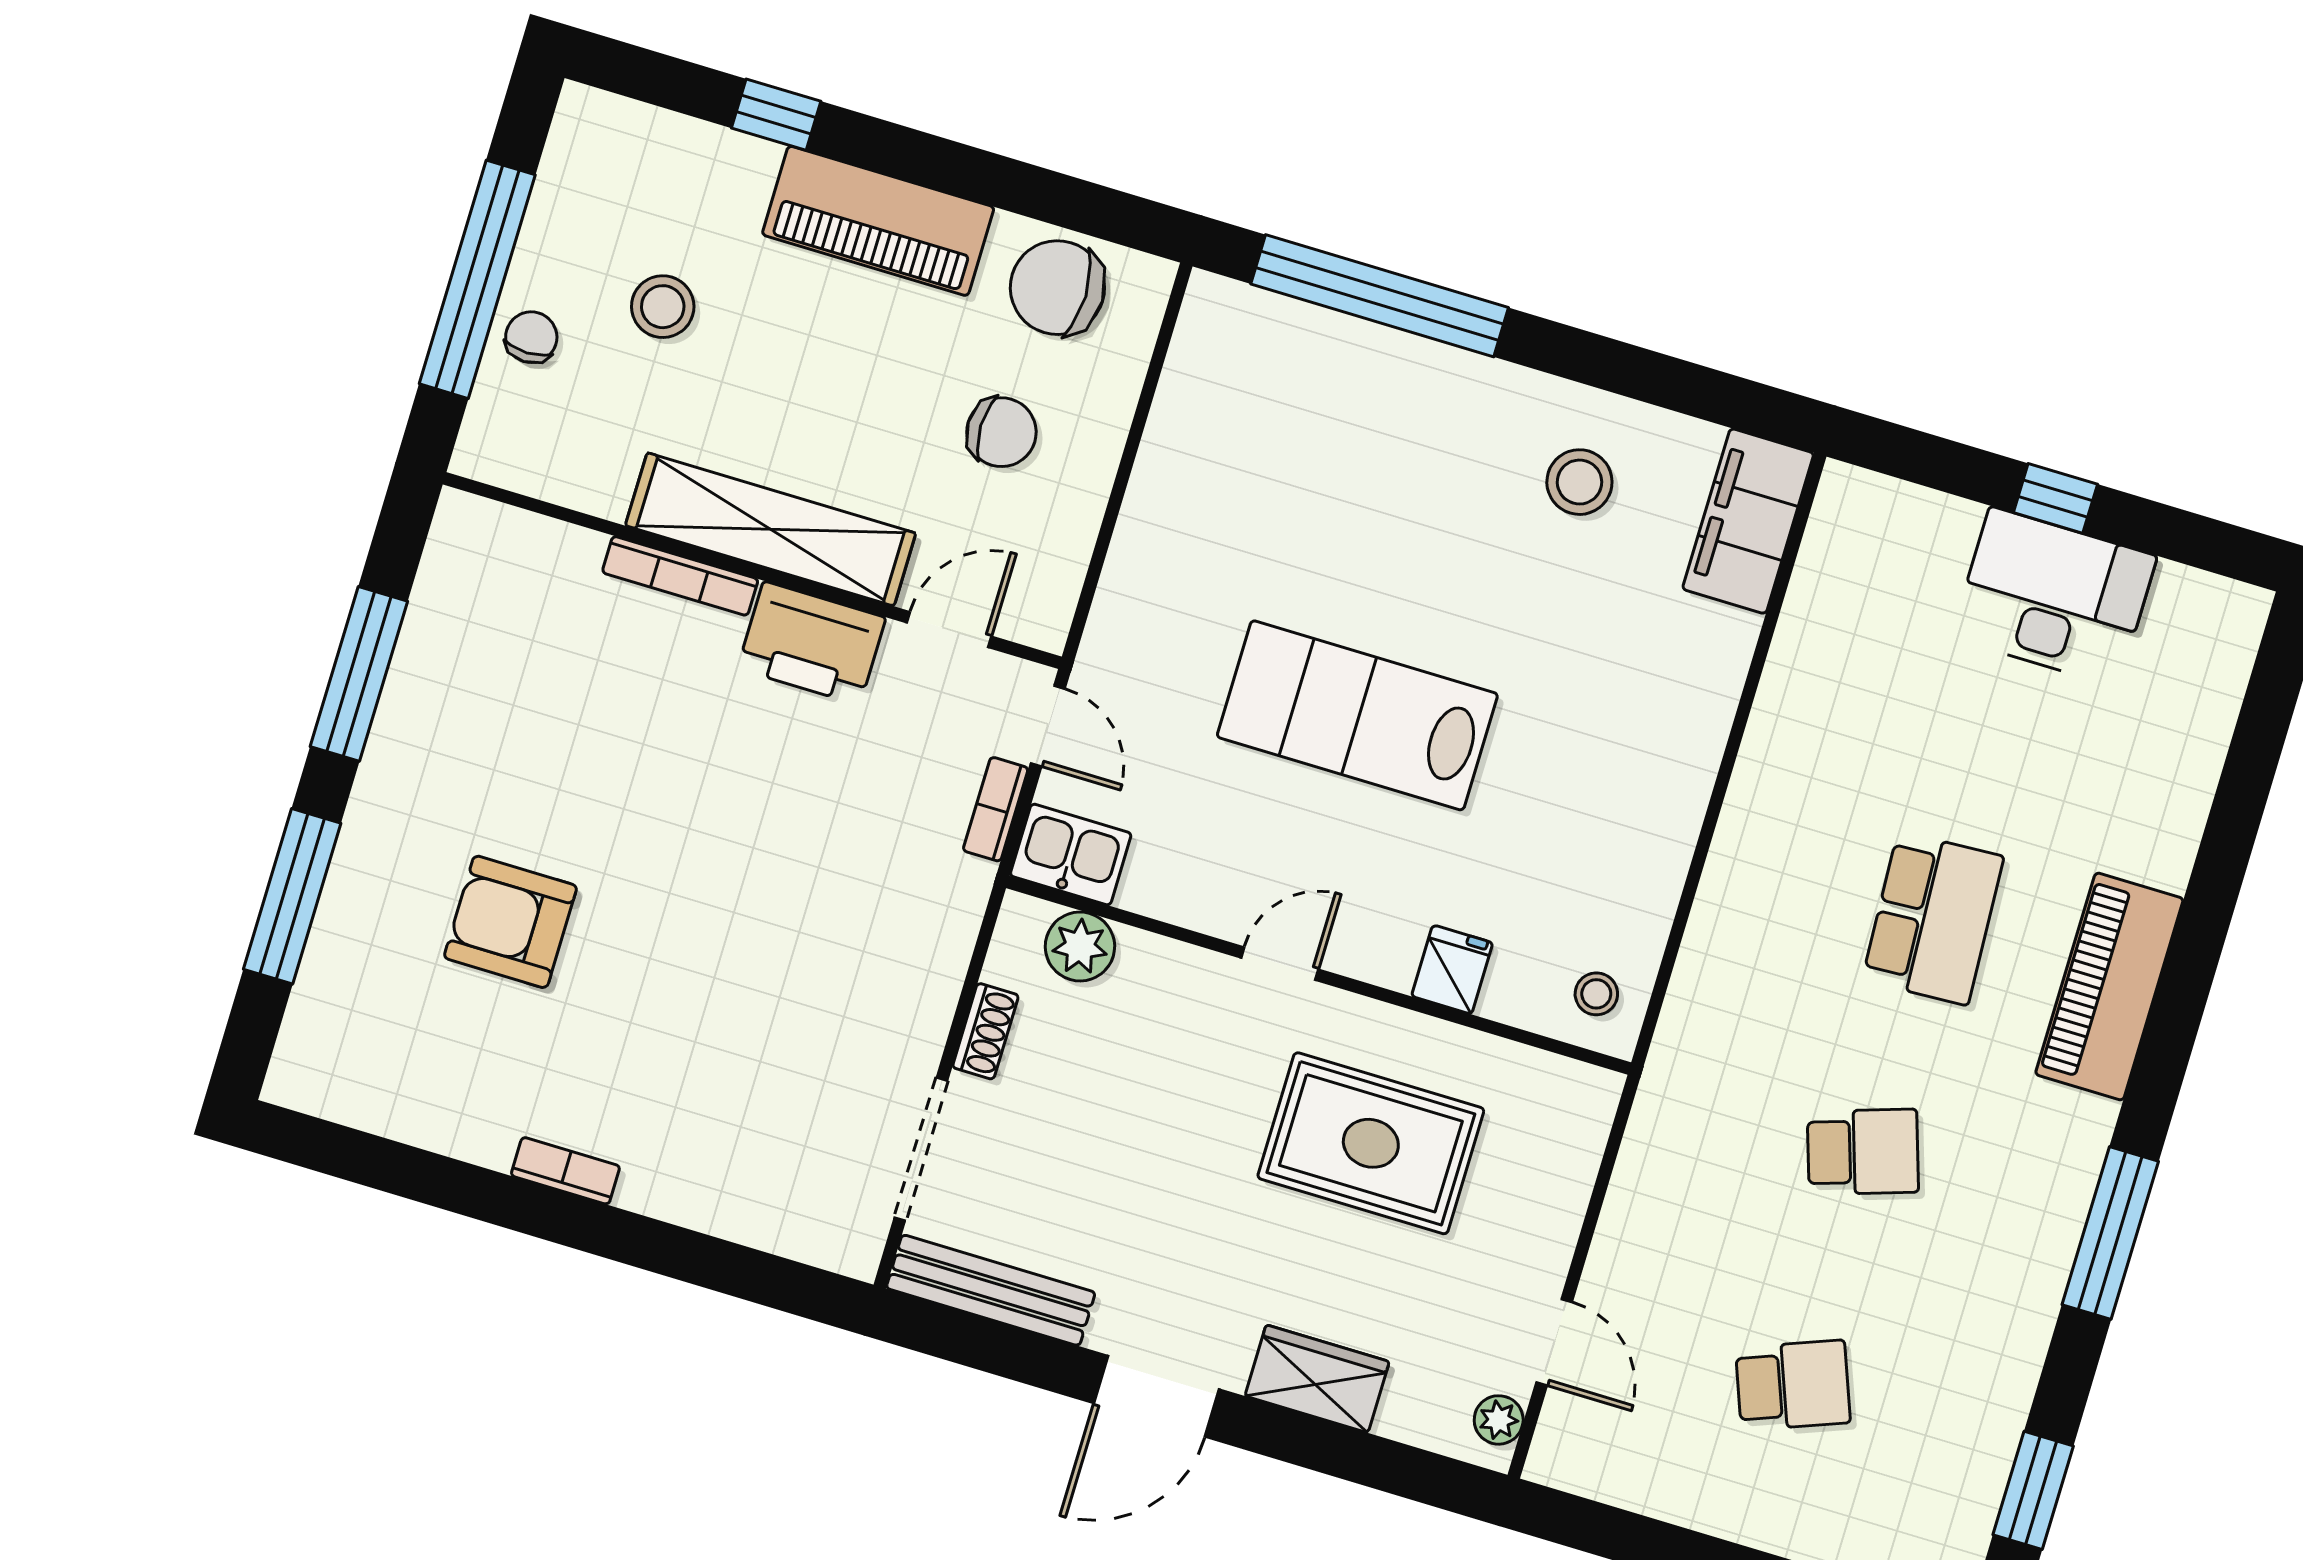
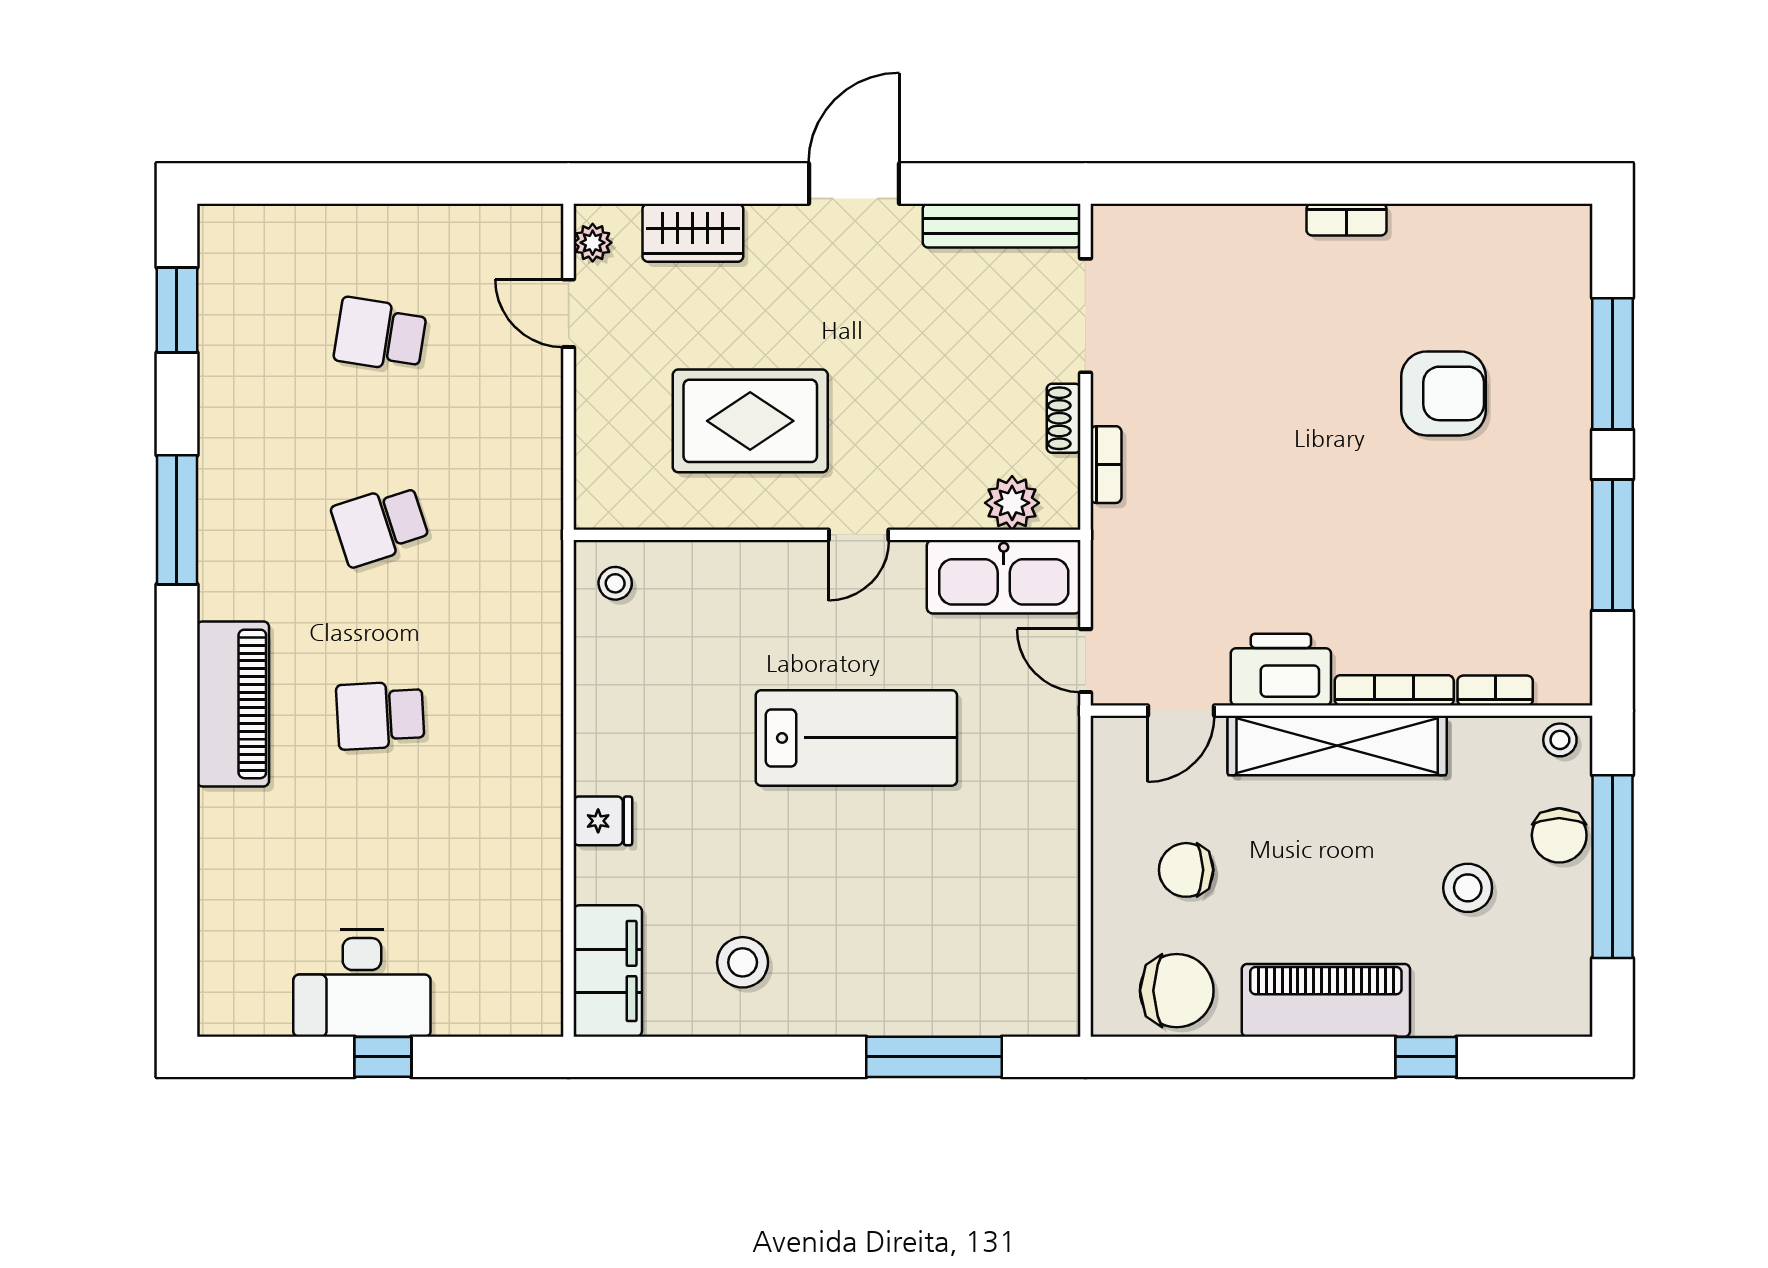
window: (1380, 296) -> (934, 1057), width x0.68
chair: (531, 337) -> (1559, 835), width x1.37, depth x1.37
stool: (495, 454) -> (1560, 740), added
bookcase: (557, 539) -> (1495, 691), added
bookcase: (996, 809) -> (1106, 465), moved
kitchen sink: (1071, 855) -> (1004, 577), width x1.87, depth x1.24
school desk: (1933, 918) -> (380, 715), width x0.54
fridge: (1452, 970) -> (603, 821), moved, turned -90
wardrobe: (1317, 1379) -> (693, 233), moved
school desk: (1793, 1385) -> (380, 335), turned 30

